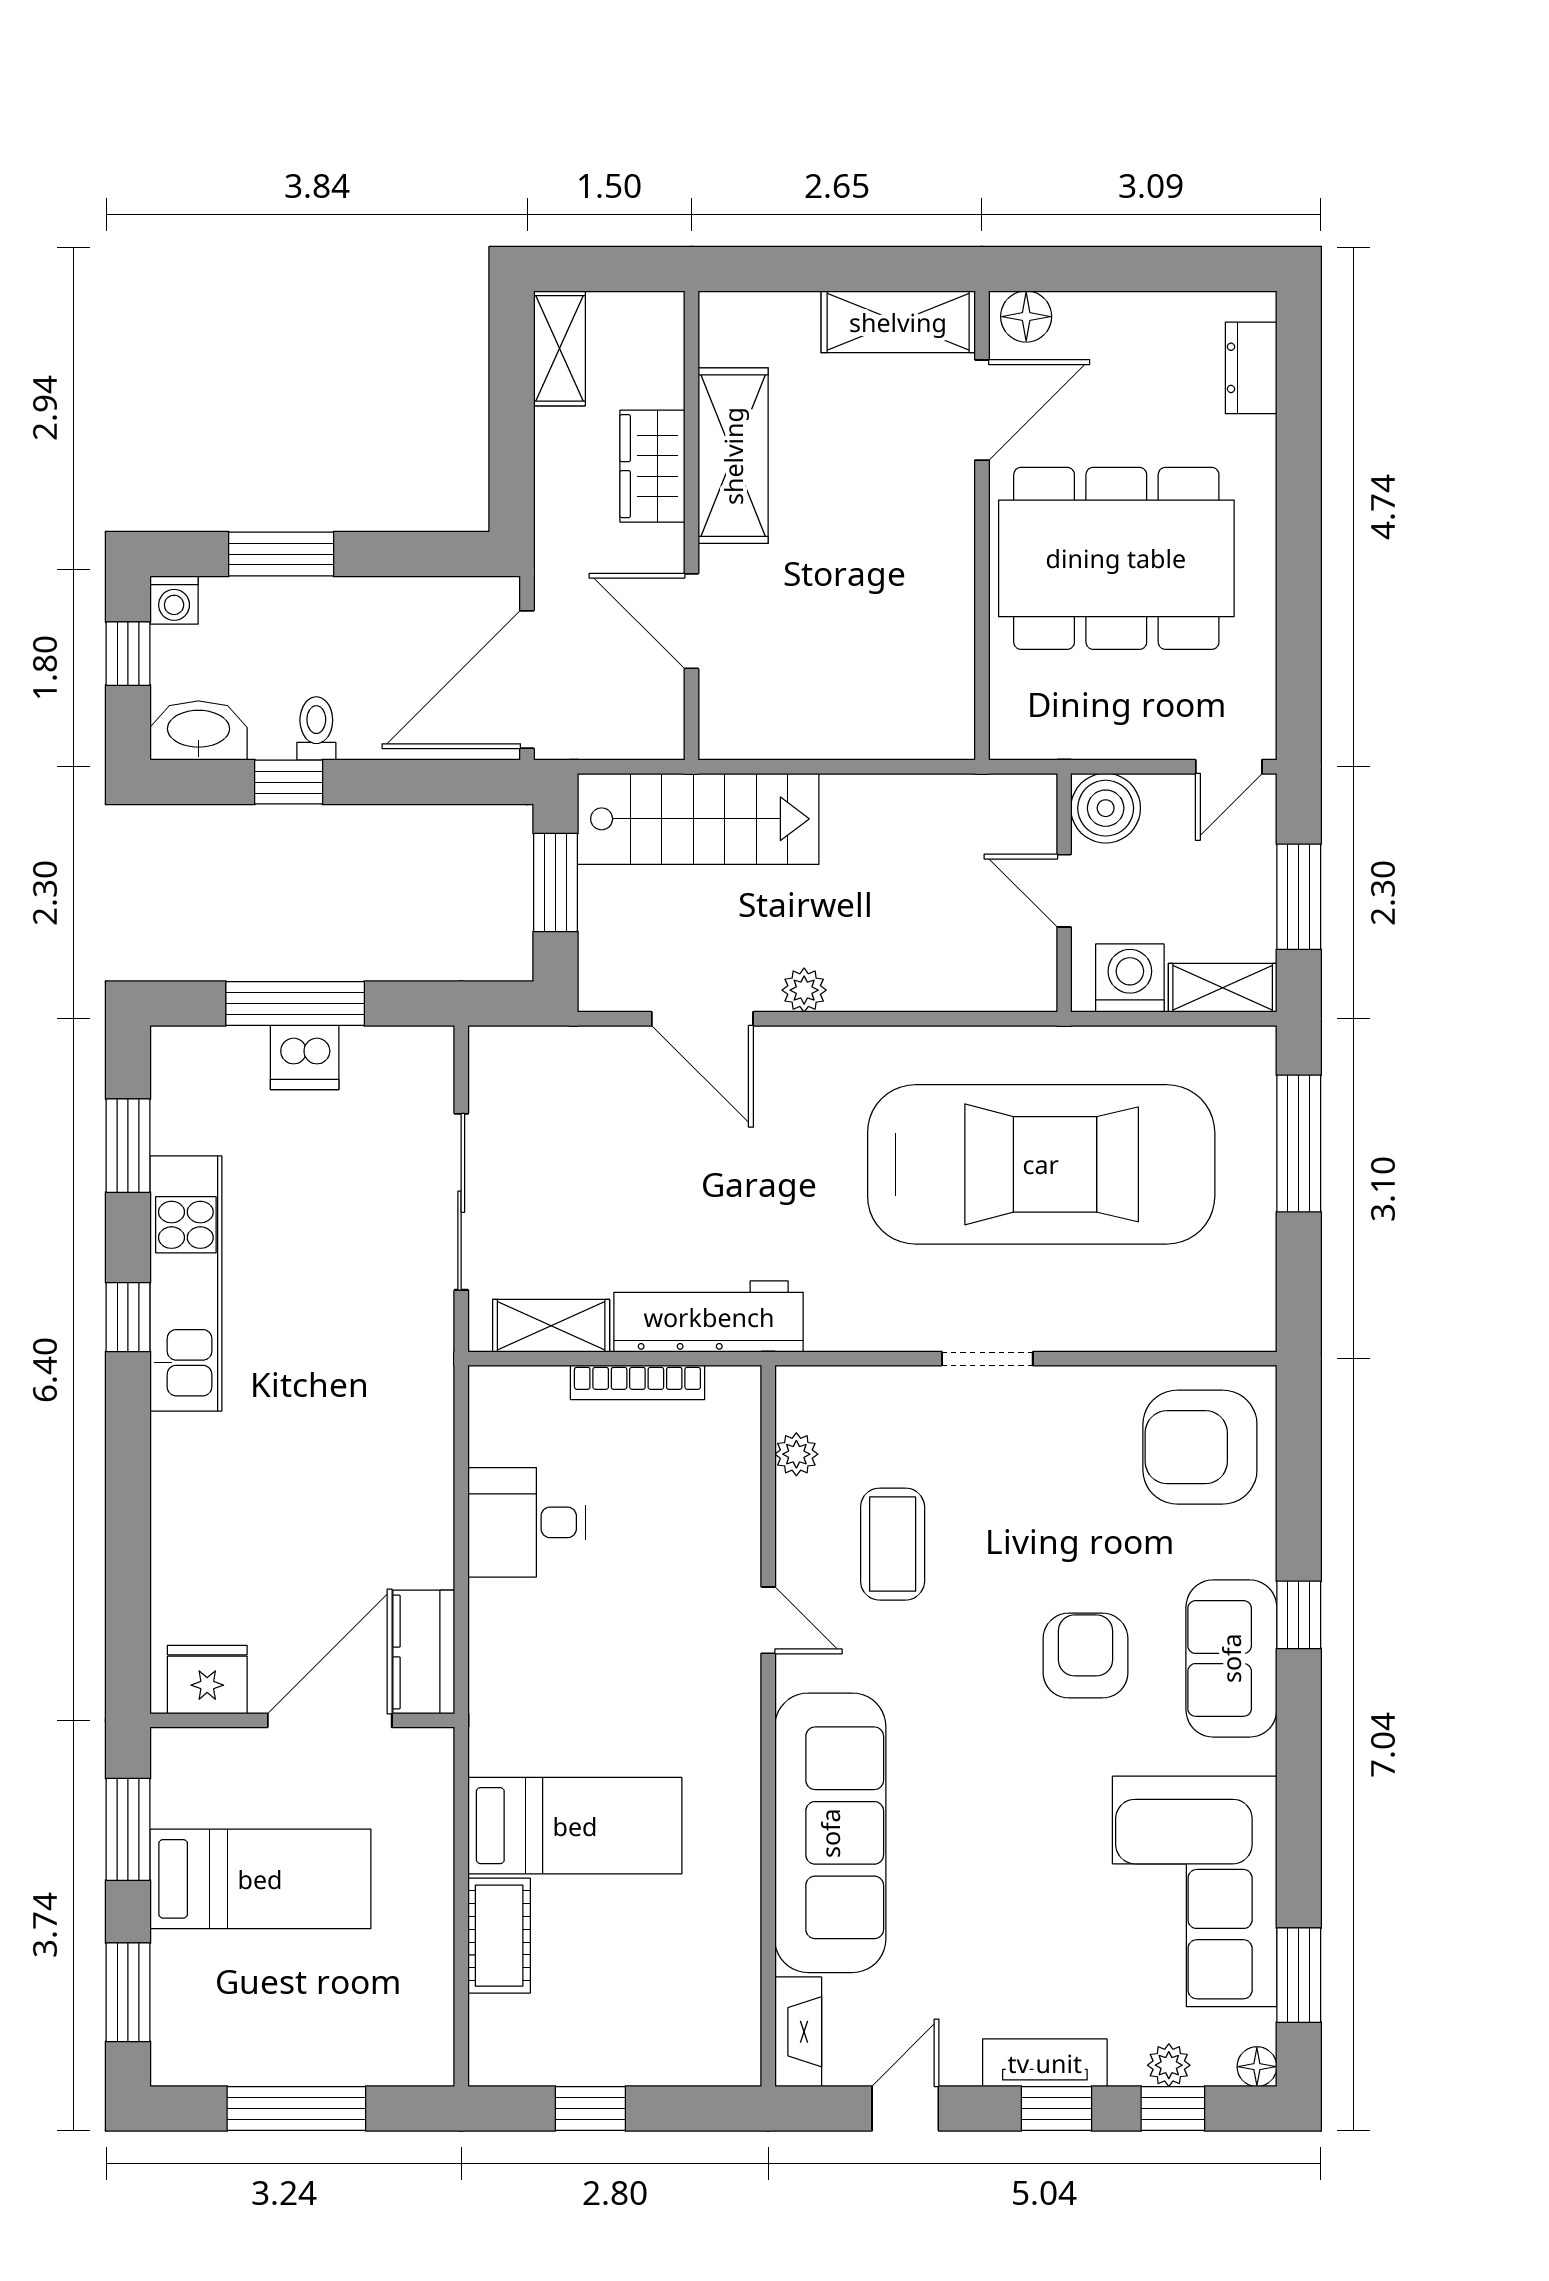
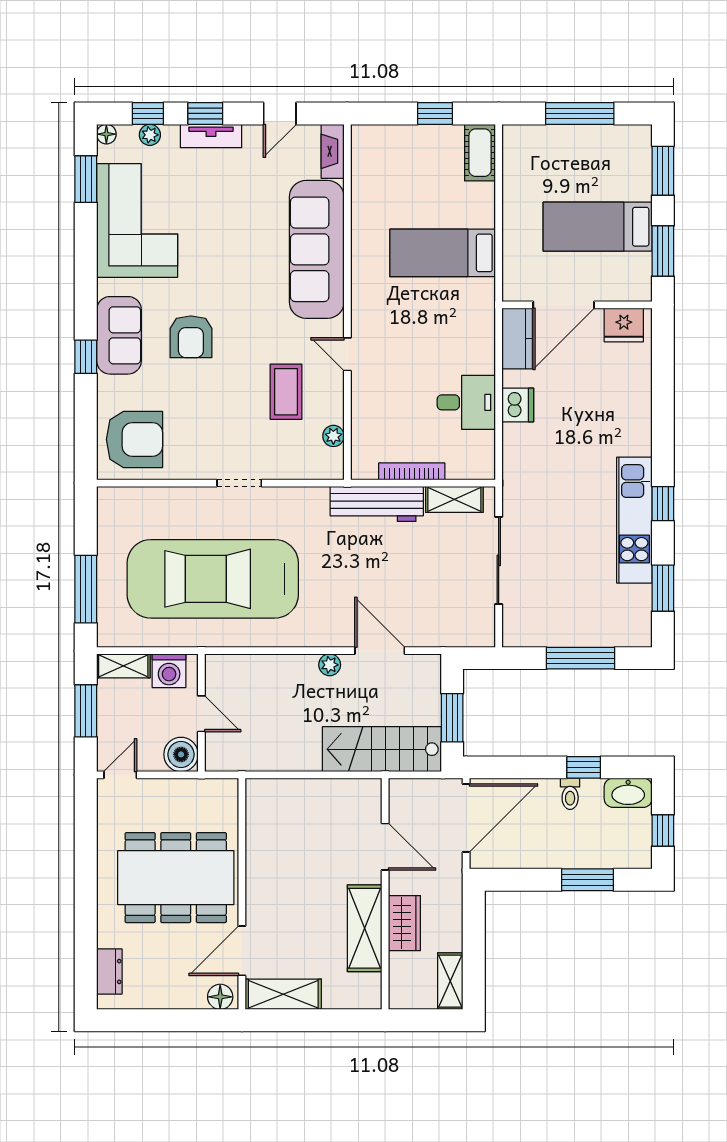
washing machine: (174, 600) -> (640, 857), removed
dishwasher: (305, 1057) -> (518, 405), moved, turned 90
cot: (499, 1936) -> (480, 153), moved

